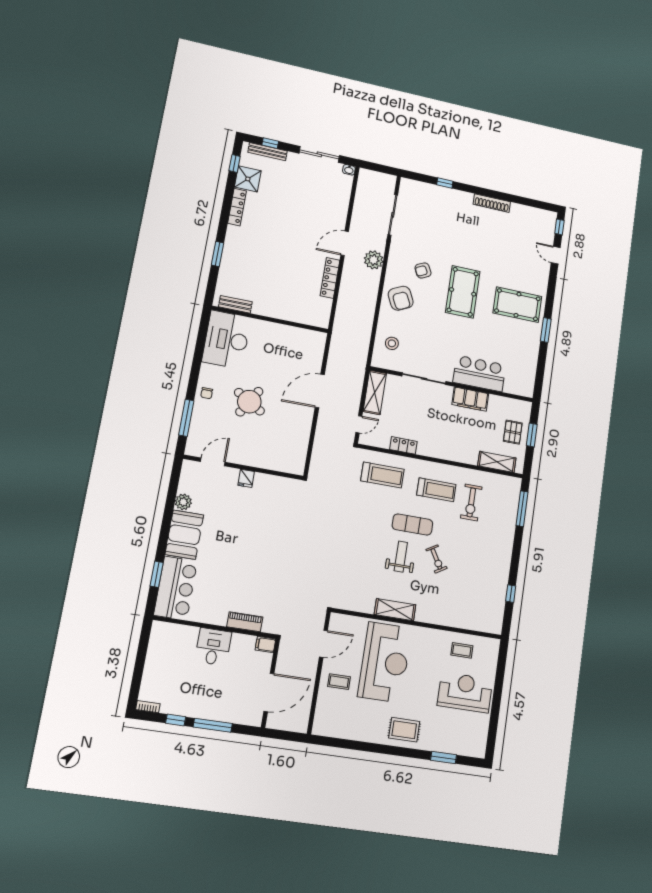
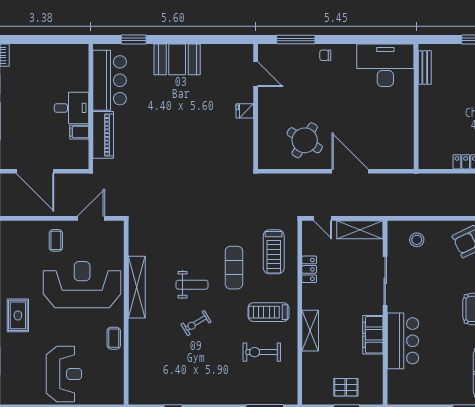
round table: (249, 402) -> (305, 140), moved
shelving: (497, 462) -> (310, 331), moved
treadmill: (436, 490) -> (268, 312), turned 90
plant: (183, 502) -> (210, 52), removed
exercise mat: (412, 525) -> (234, 268), moved
bar counter: (176, 588) -> (110, 80), moved, turned -90
shelving: (395, 610) -> (137, 287), width x1.47
piano: (245, 622) -> (103, 135), width x1.37, depth x1.33
filing cabinet: (265, 644) -> (79, 132), moved, turned -90
door: (323, 644) -> (91, 218), swing flipped
coffee table: (462, 650) -> (114, 338), moved
reception desk: (385, 662) -> (82, 285), turned 180

